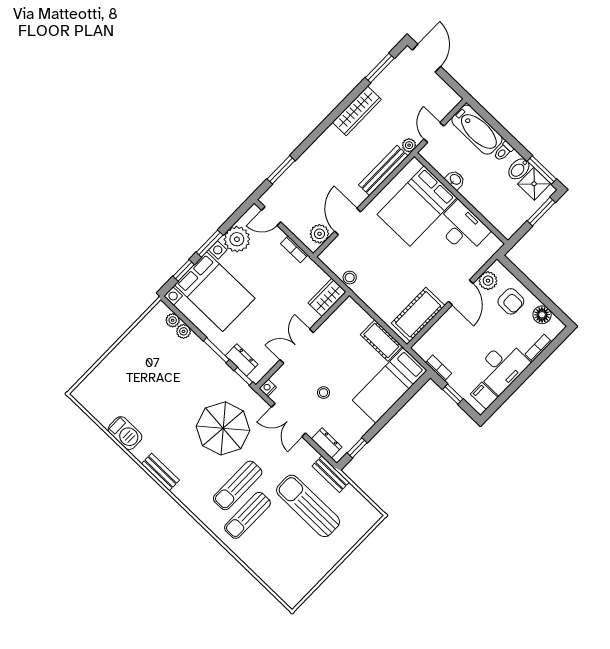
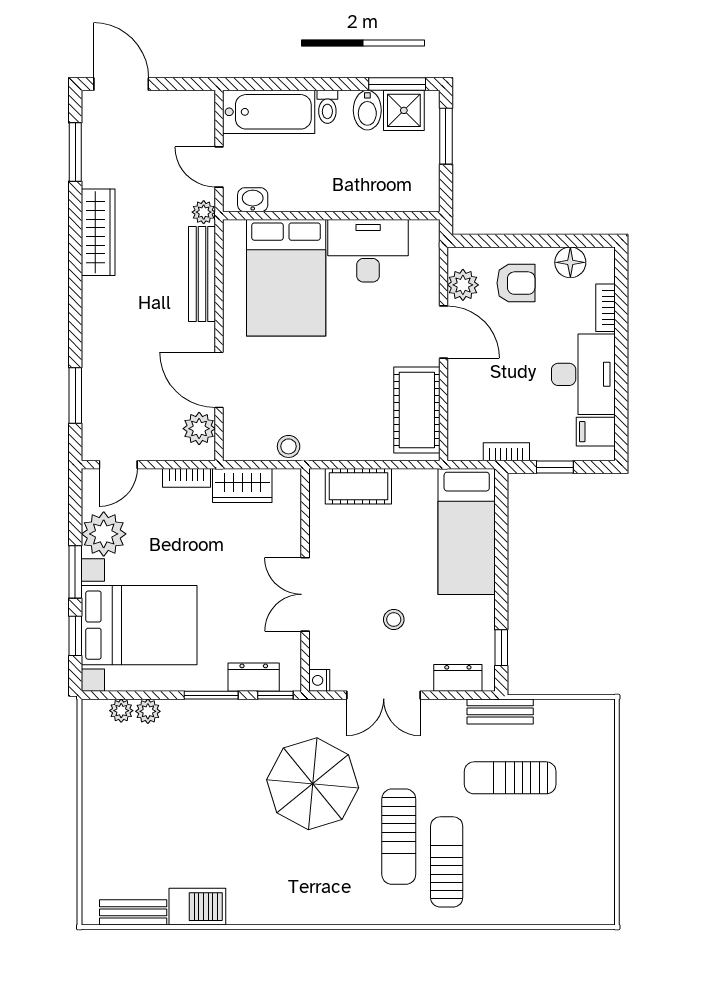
washbasin: (455, 180) -> (253, 200), moved
wardrobe: (327, 297) -> (242, 485), moved, turned -90
cot: (381, 340) -> (358, 486), moved
bench: (160, 472) -> (133, 912), moved
sun lounger: (308, 506) -> (510, 778), width x0.73, depth x0.75
sun lounger: (247, 515) -> (447, 862), turned 180

